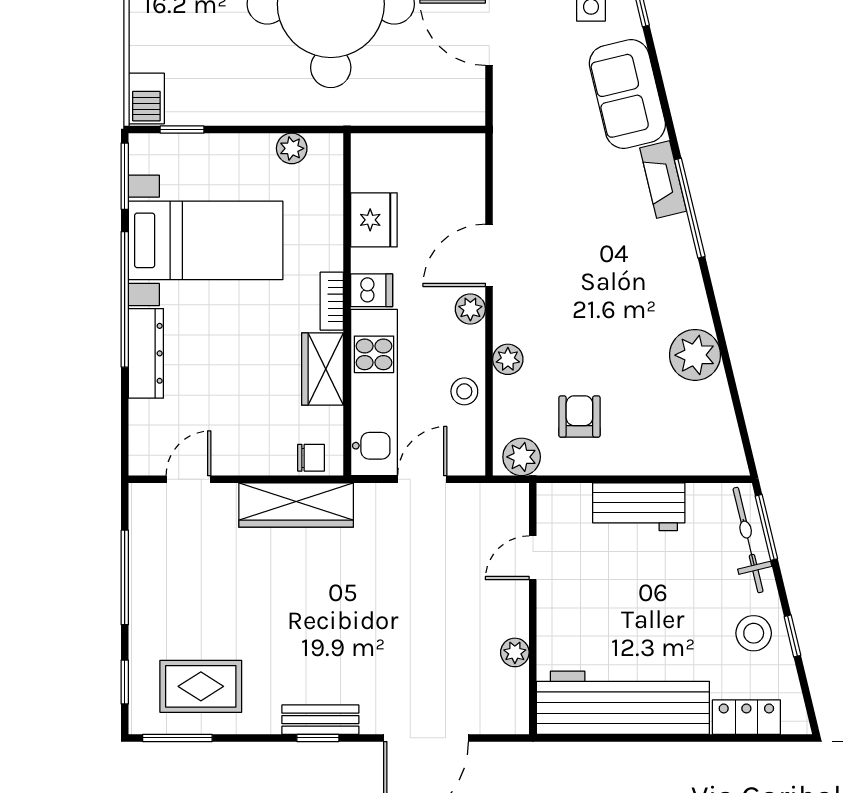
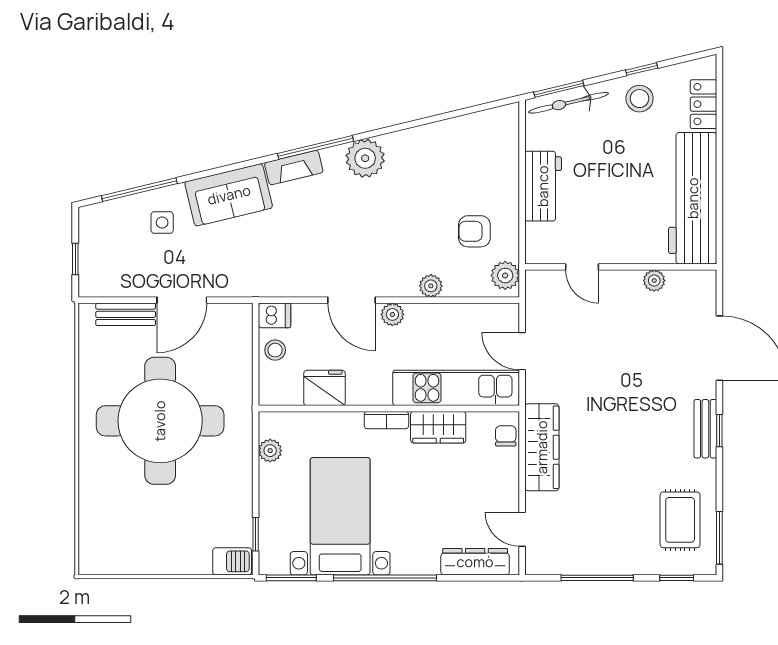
dishwasher: (372, 290) -> (275, 315), moved, turned 90
dresser: (146, 353) -> (475, 562), moved
plant: (695, 355) -> (365, 158), moved
stool: (464, 391) -> (275, 350), moved

